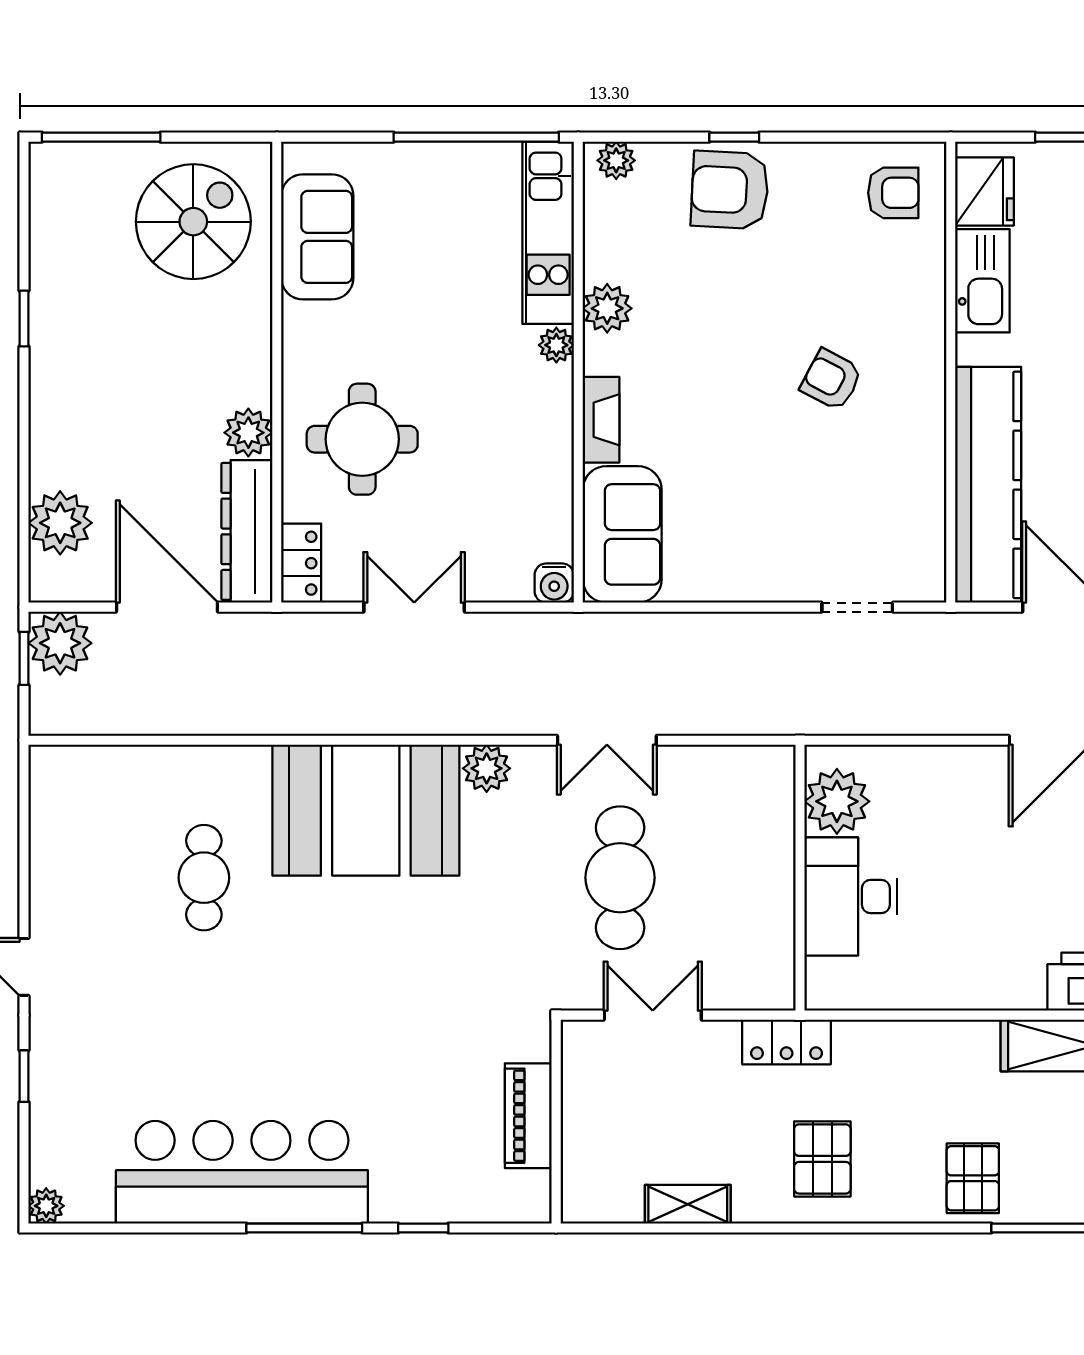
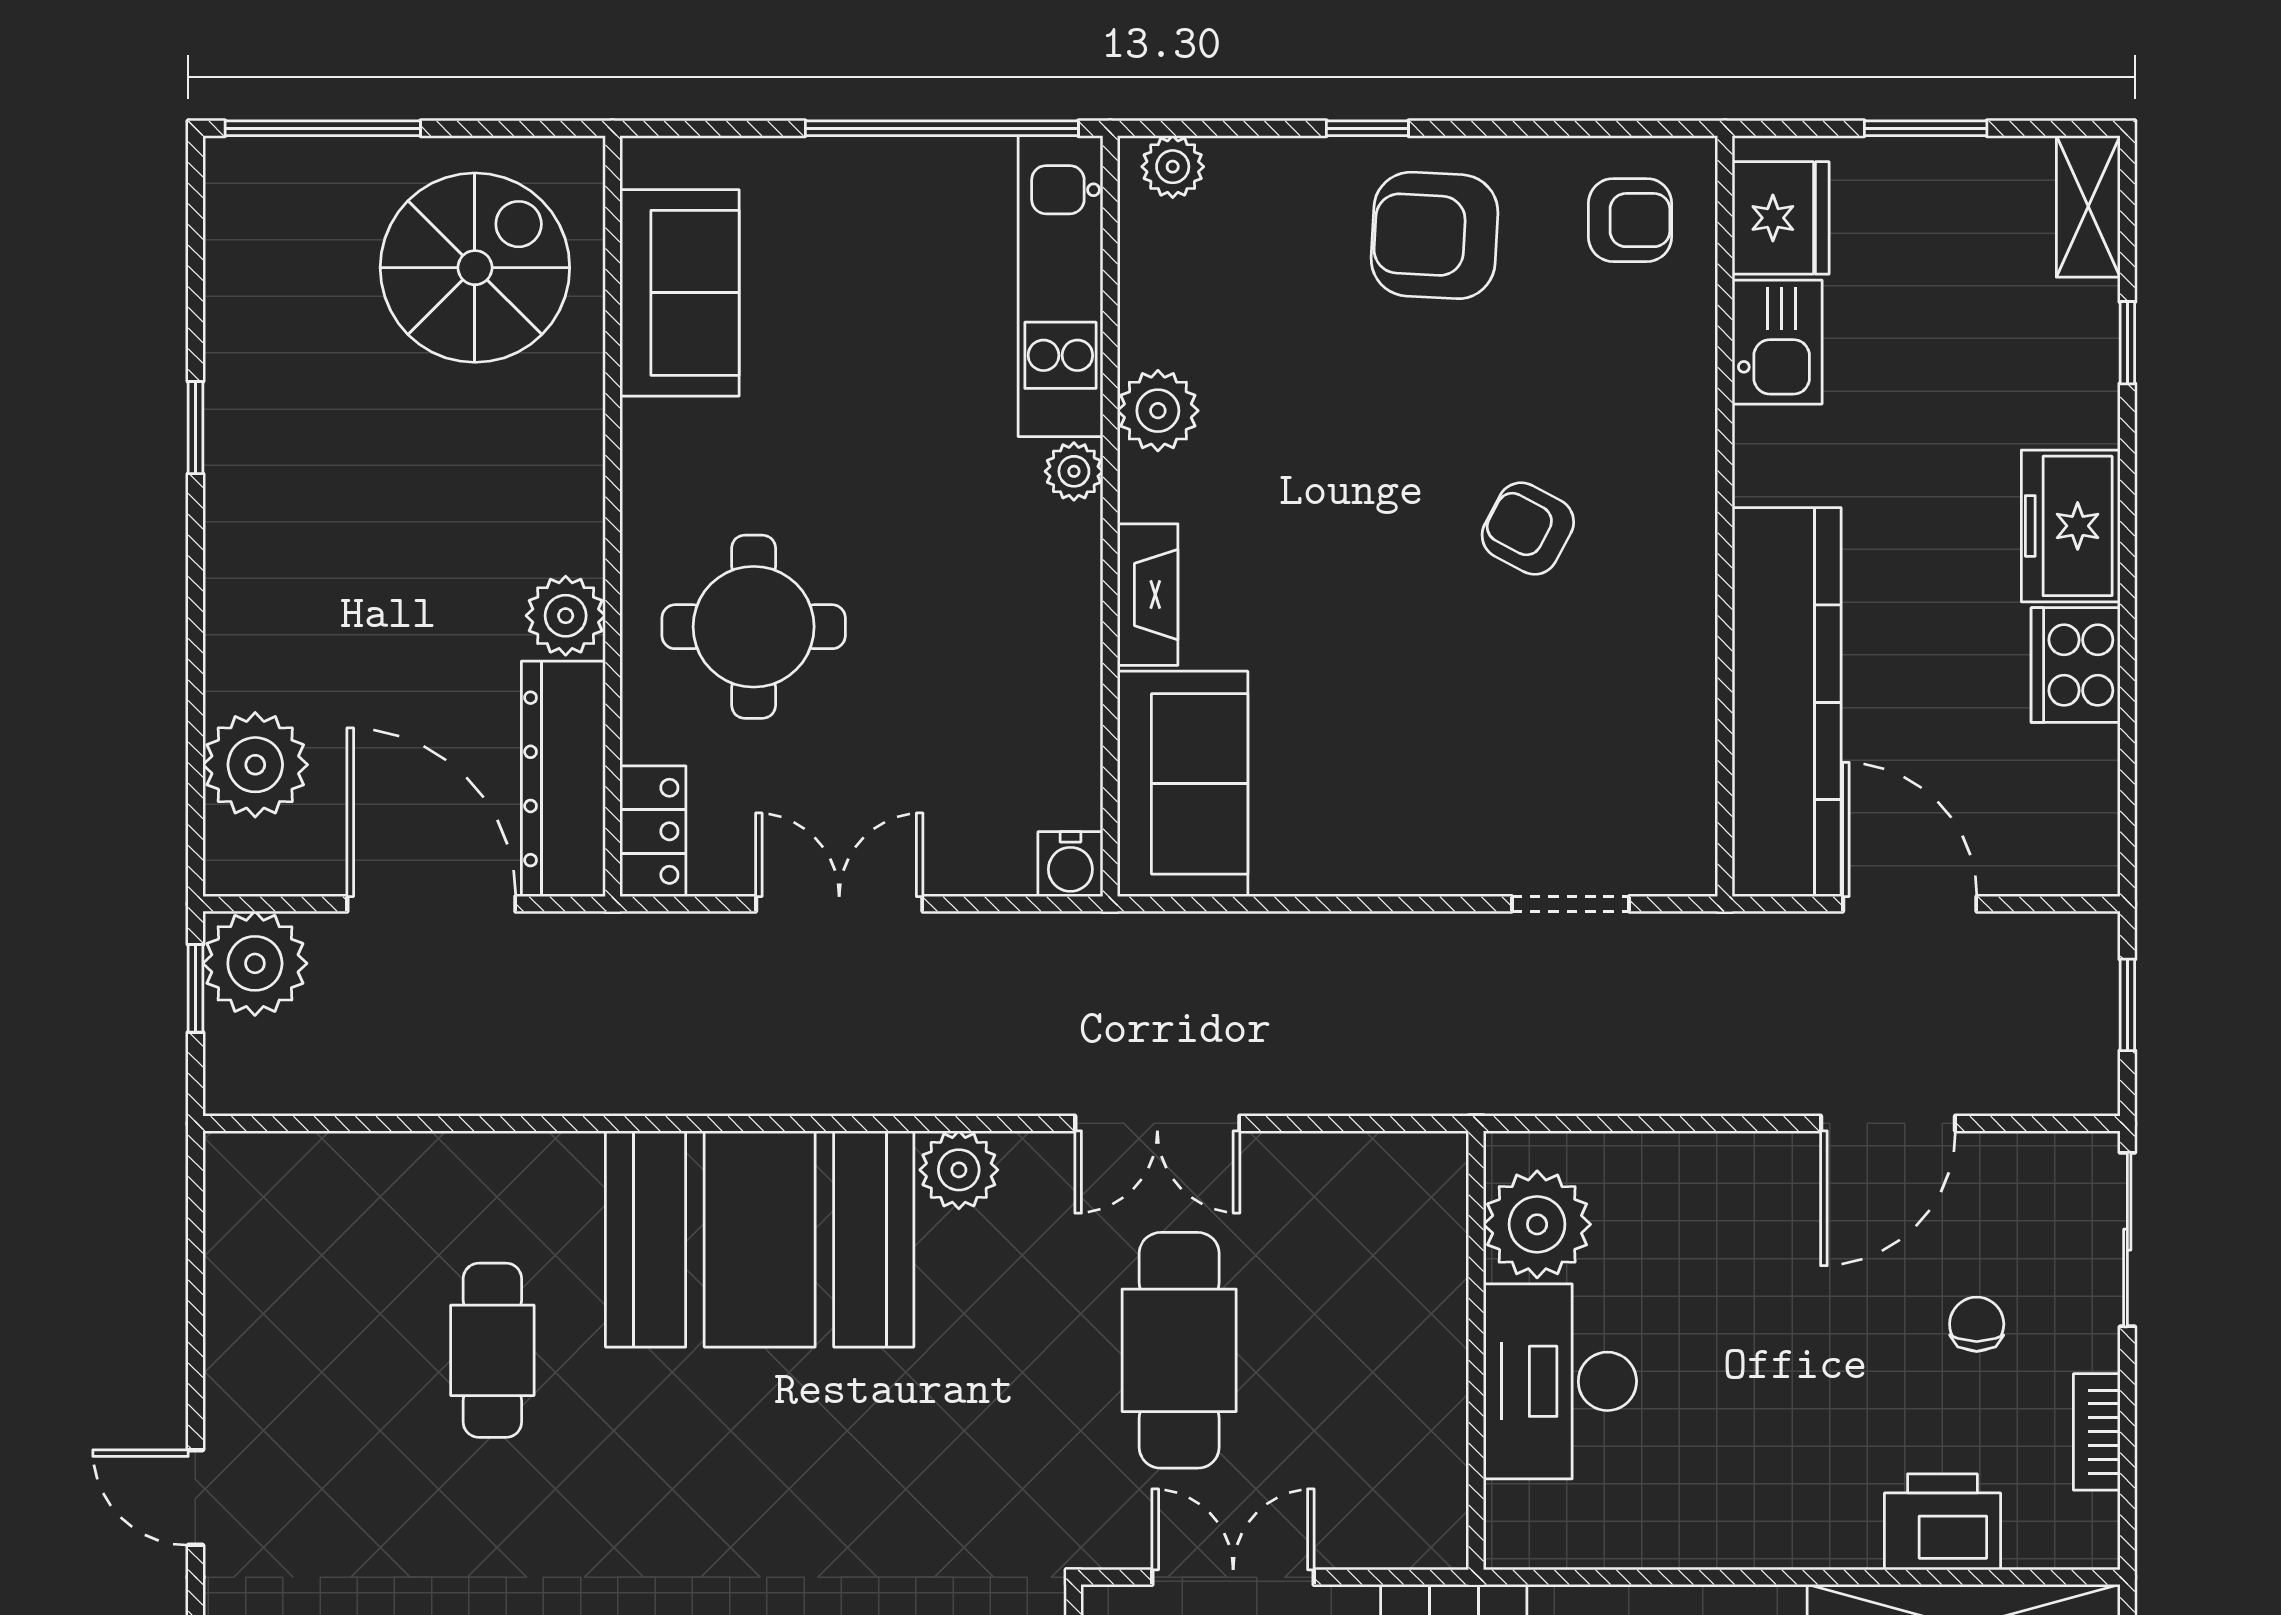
armchair: (730, 190) -> (1434, 235), moved
kitchen sink: (982, 281) -> (1777, 342), width x0.73

